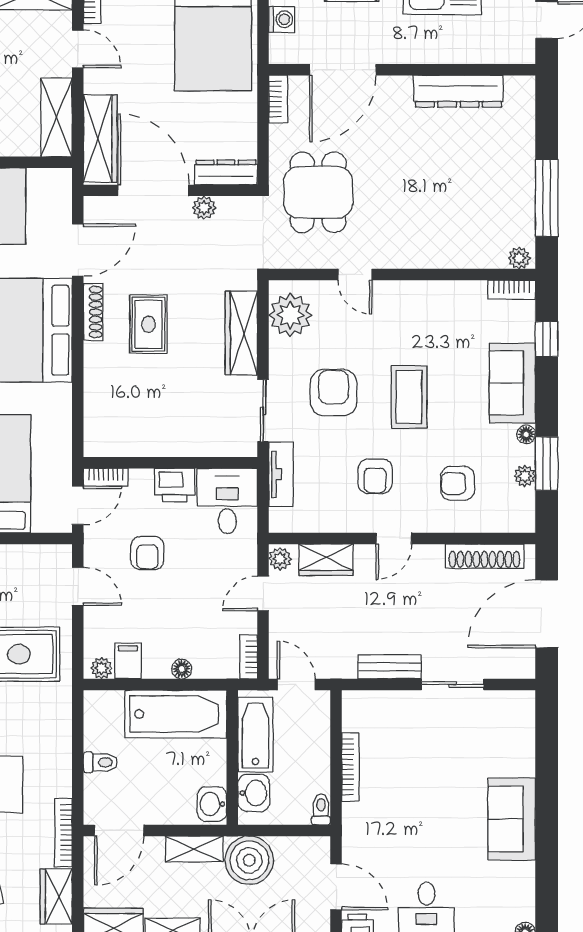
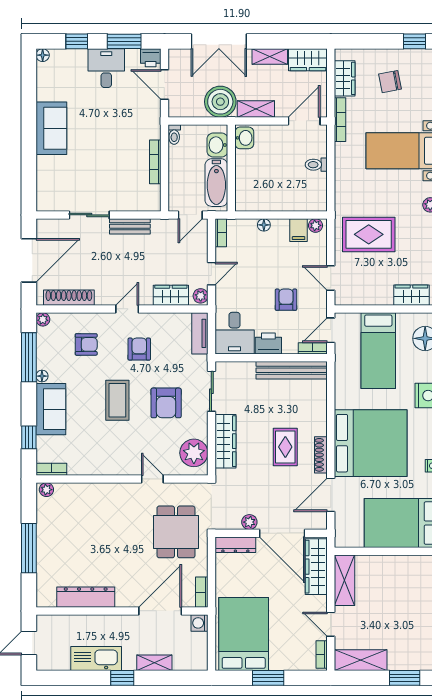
washing machine: (282, 19) -> (199, 623), moved
window: (547, 198) -> (29, 548), moved
bench: (139, 443) -> (292, 370), added
window: (547, 464) -> (29, 357), width x1.44
tv unit: (281, 474) -> (200, 333), moved
plant: (525, 476) -> (43, 319), moved
door: (296, 684) -> (190, 215), hinge flipped
bathtub: (176, 714) -> (268, 196), removed

